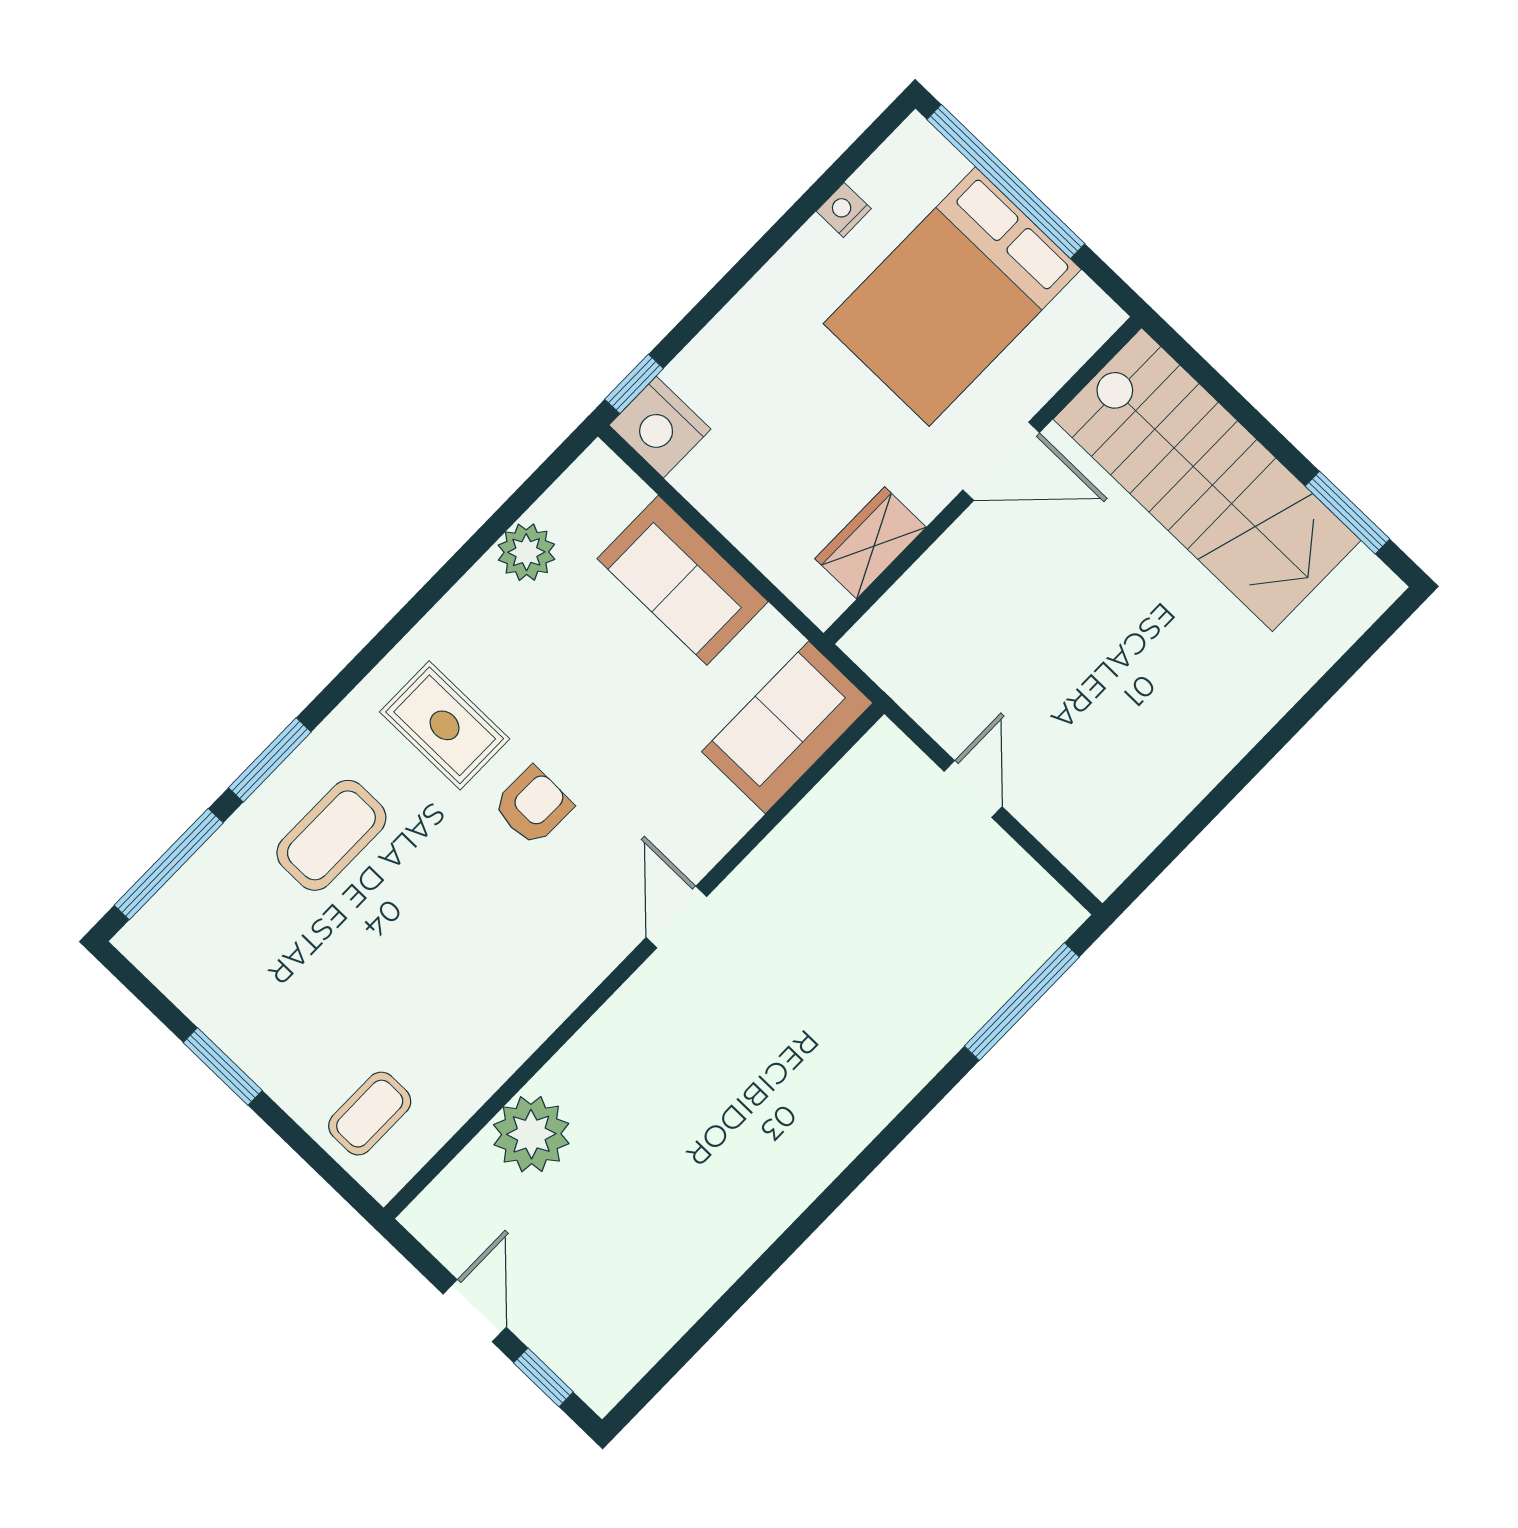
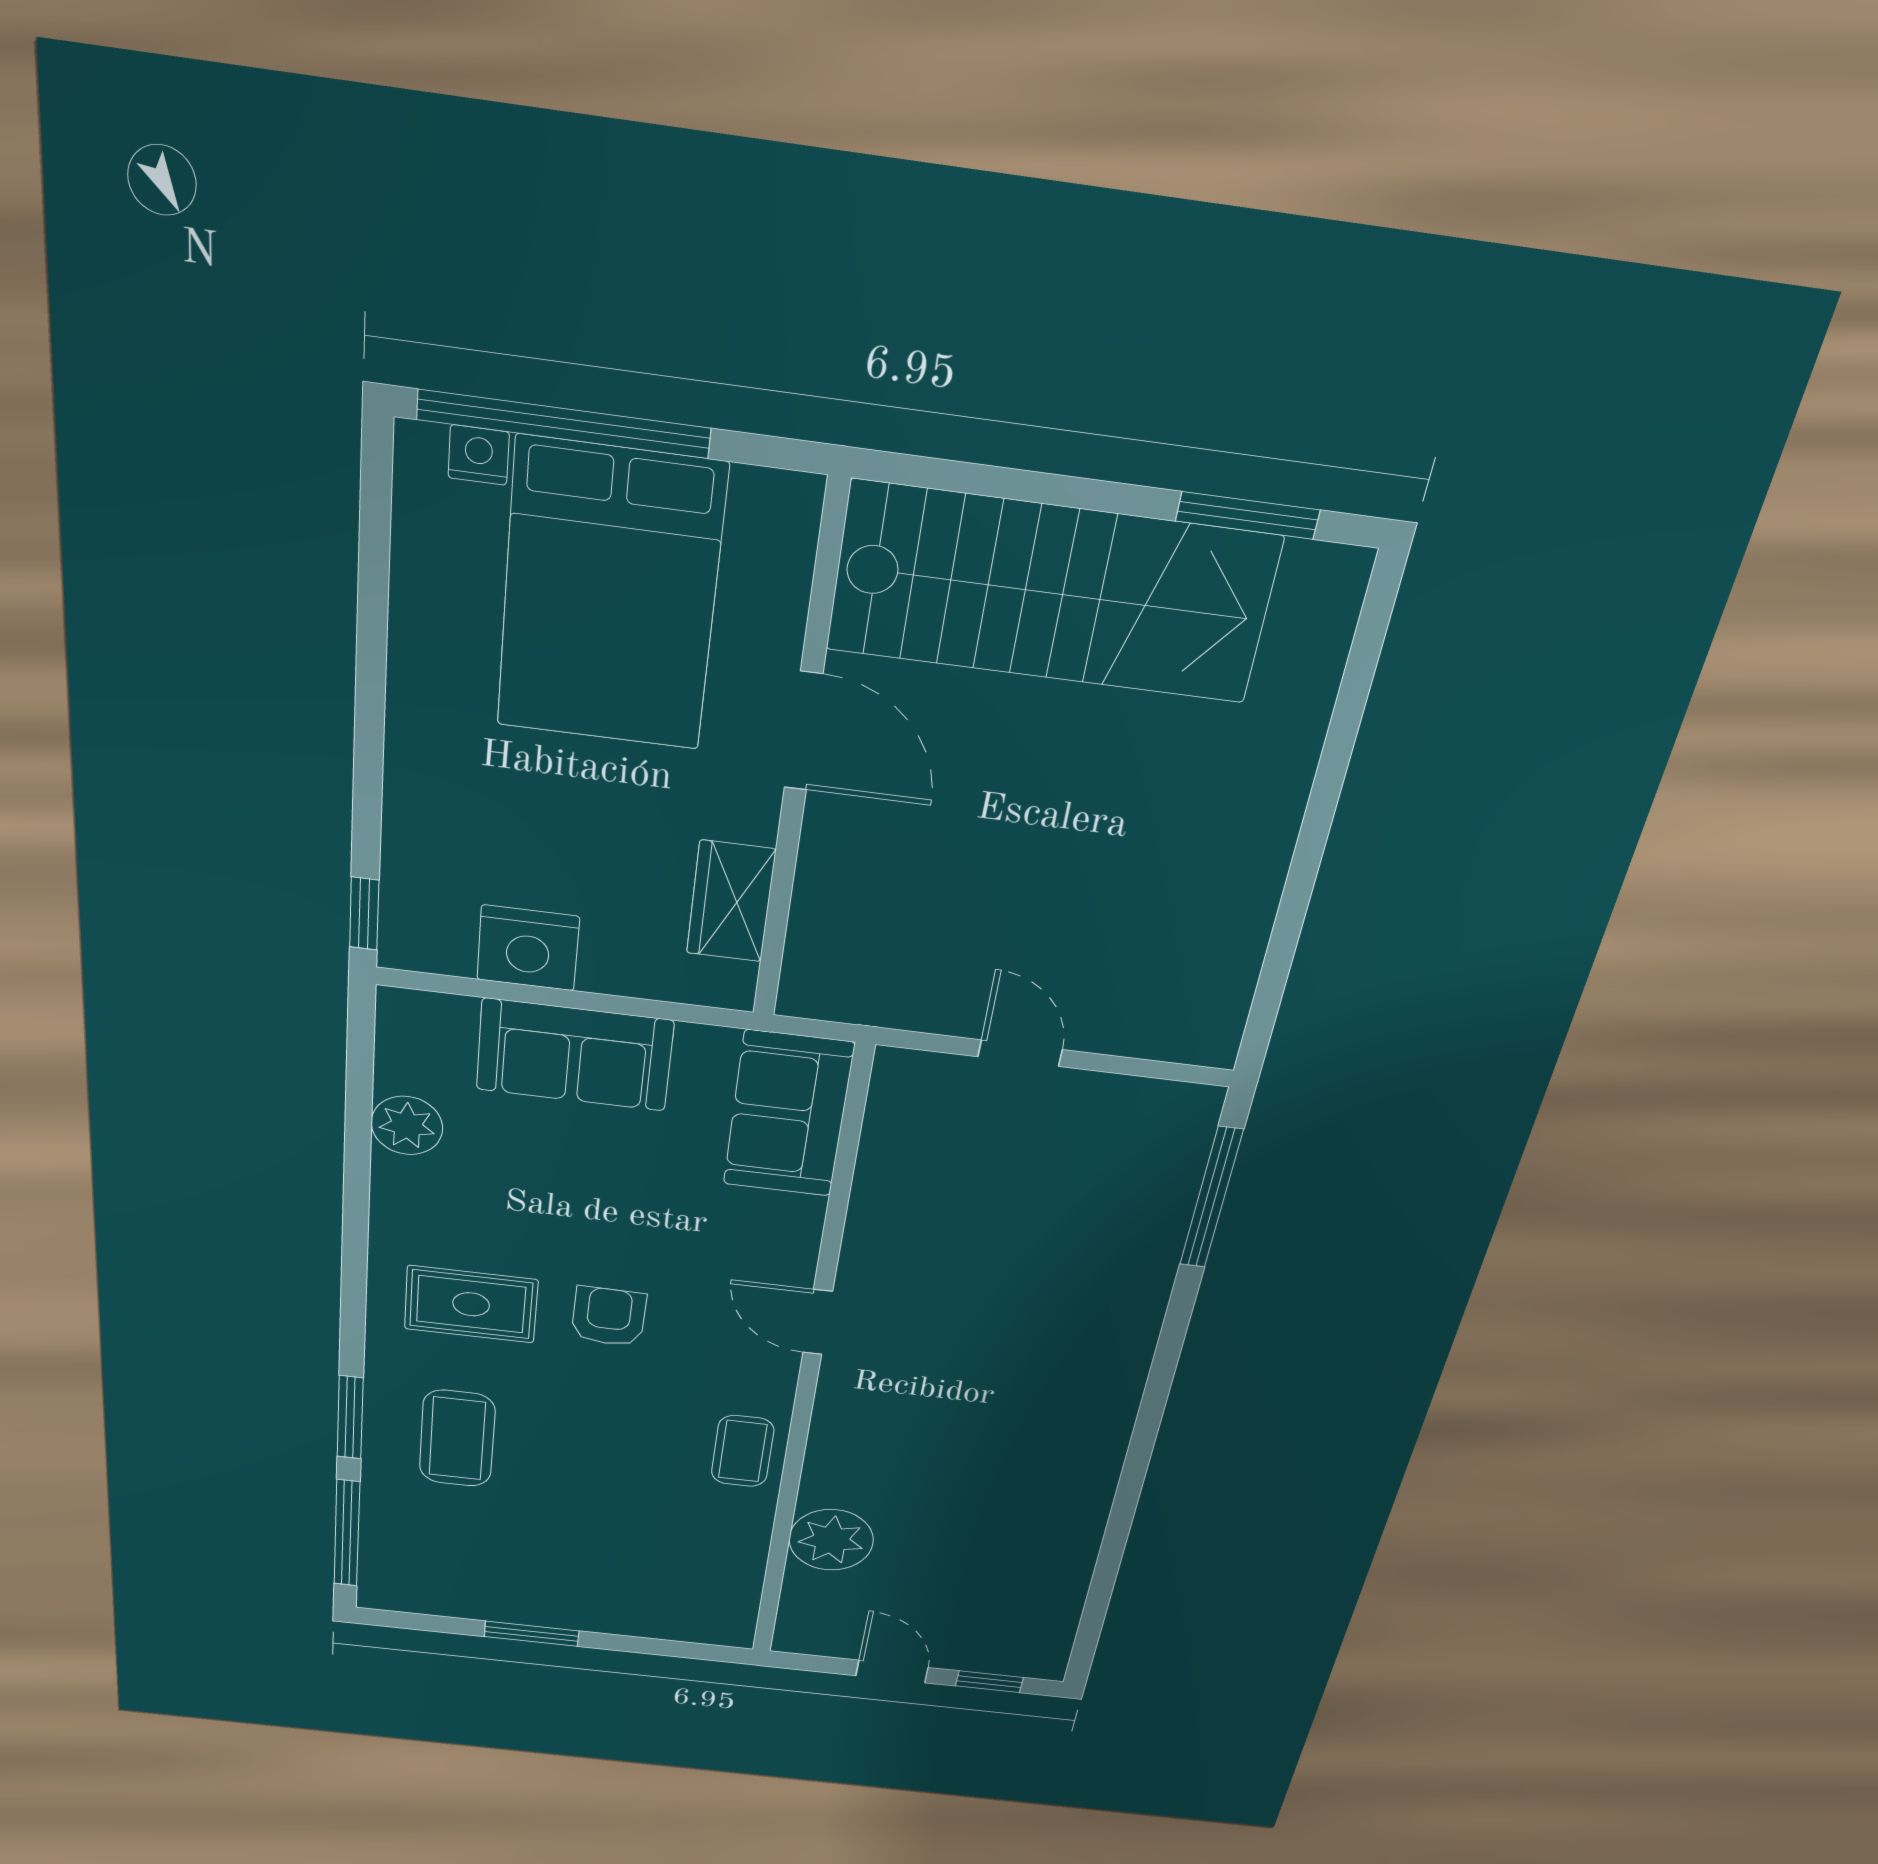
nightstand: (844, 210) -> (479, 455), moved, turned 90
nightstand: (660, 427) -> (528, 948), moved
door: (1001, 461) -> (803, 731), hinge flipped
coffee table: (370, 1114) -> (743, 1451), moved

